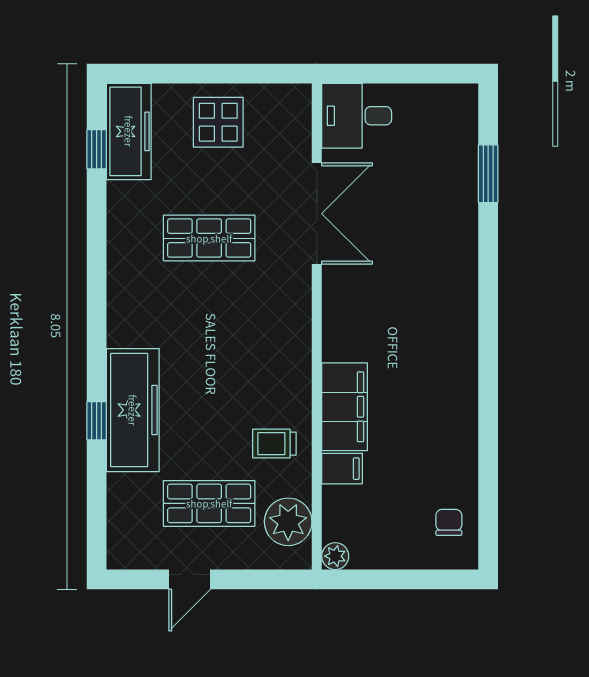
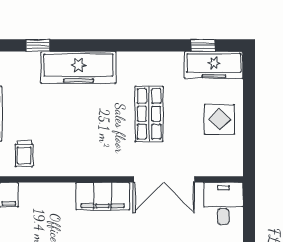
filing cabinet: (345, 407) -> (103, 196), moved
freezer: (133, 410) -> (78, 67), moved
trolley: (274, 444) -> (24, 154), turned 180

